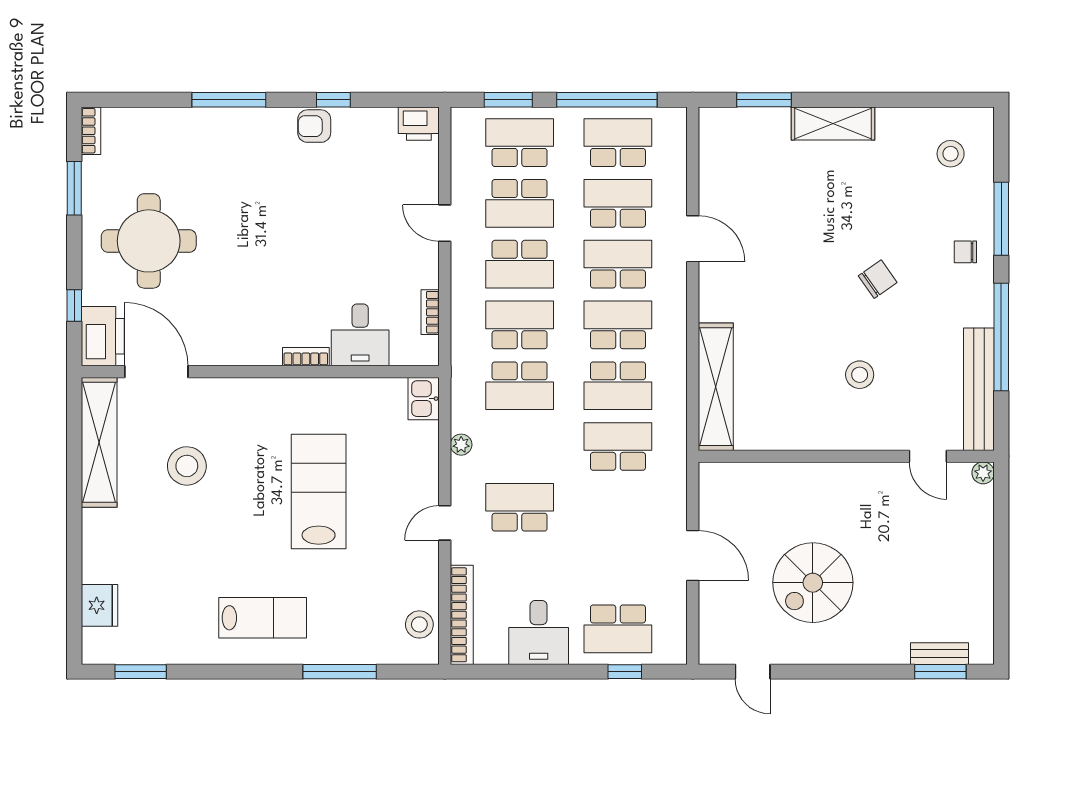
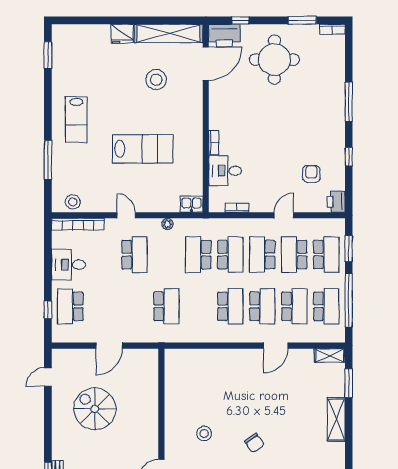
armchair: (314, 126) -> (311, 174), moved
school desk: (618, 386) -> (198, 306), removed
shelving: (716, 387) -> (330, 355), moved, width x0.45, depth x0.75
fridge: (99, 605) -> (122, 34), moved

